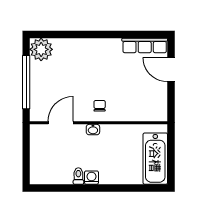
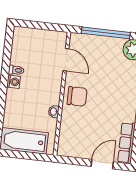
chair: (100, 106) -> (77, 96), width x1.87, depth x1.87
washbasin: (93, 130) -> (54, 112), moved

